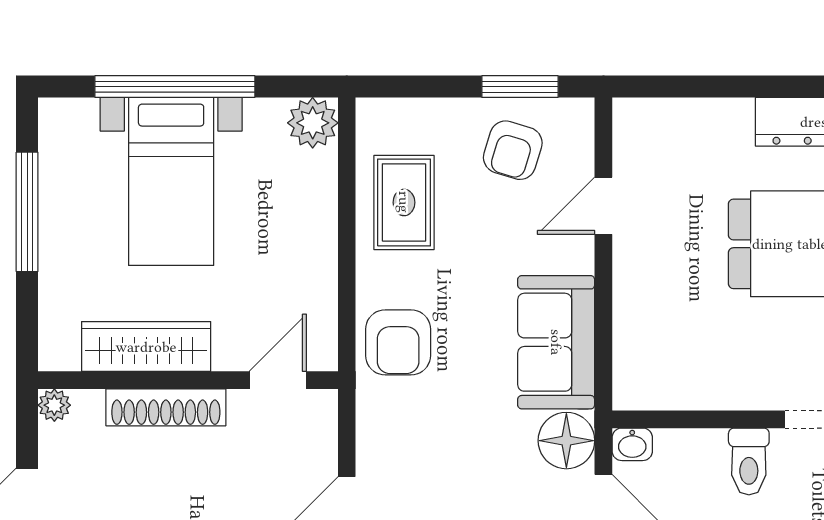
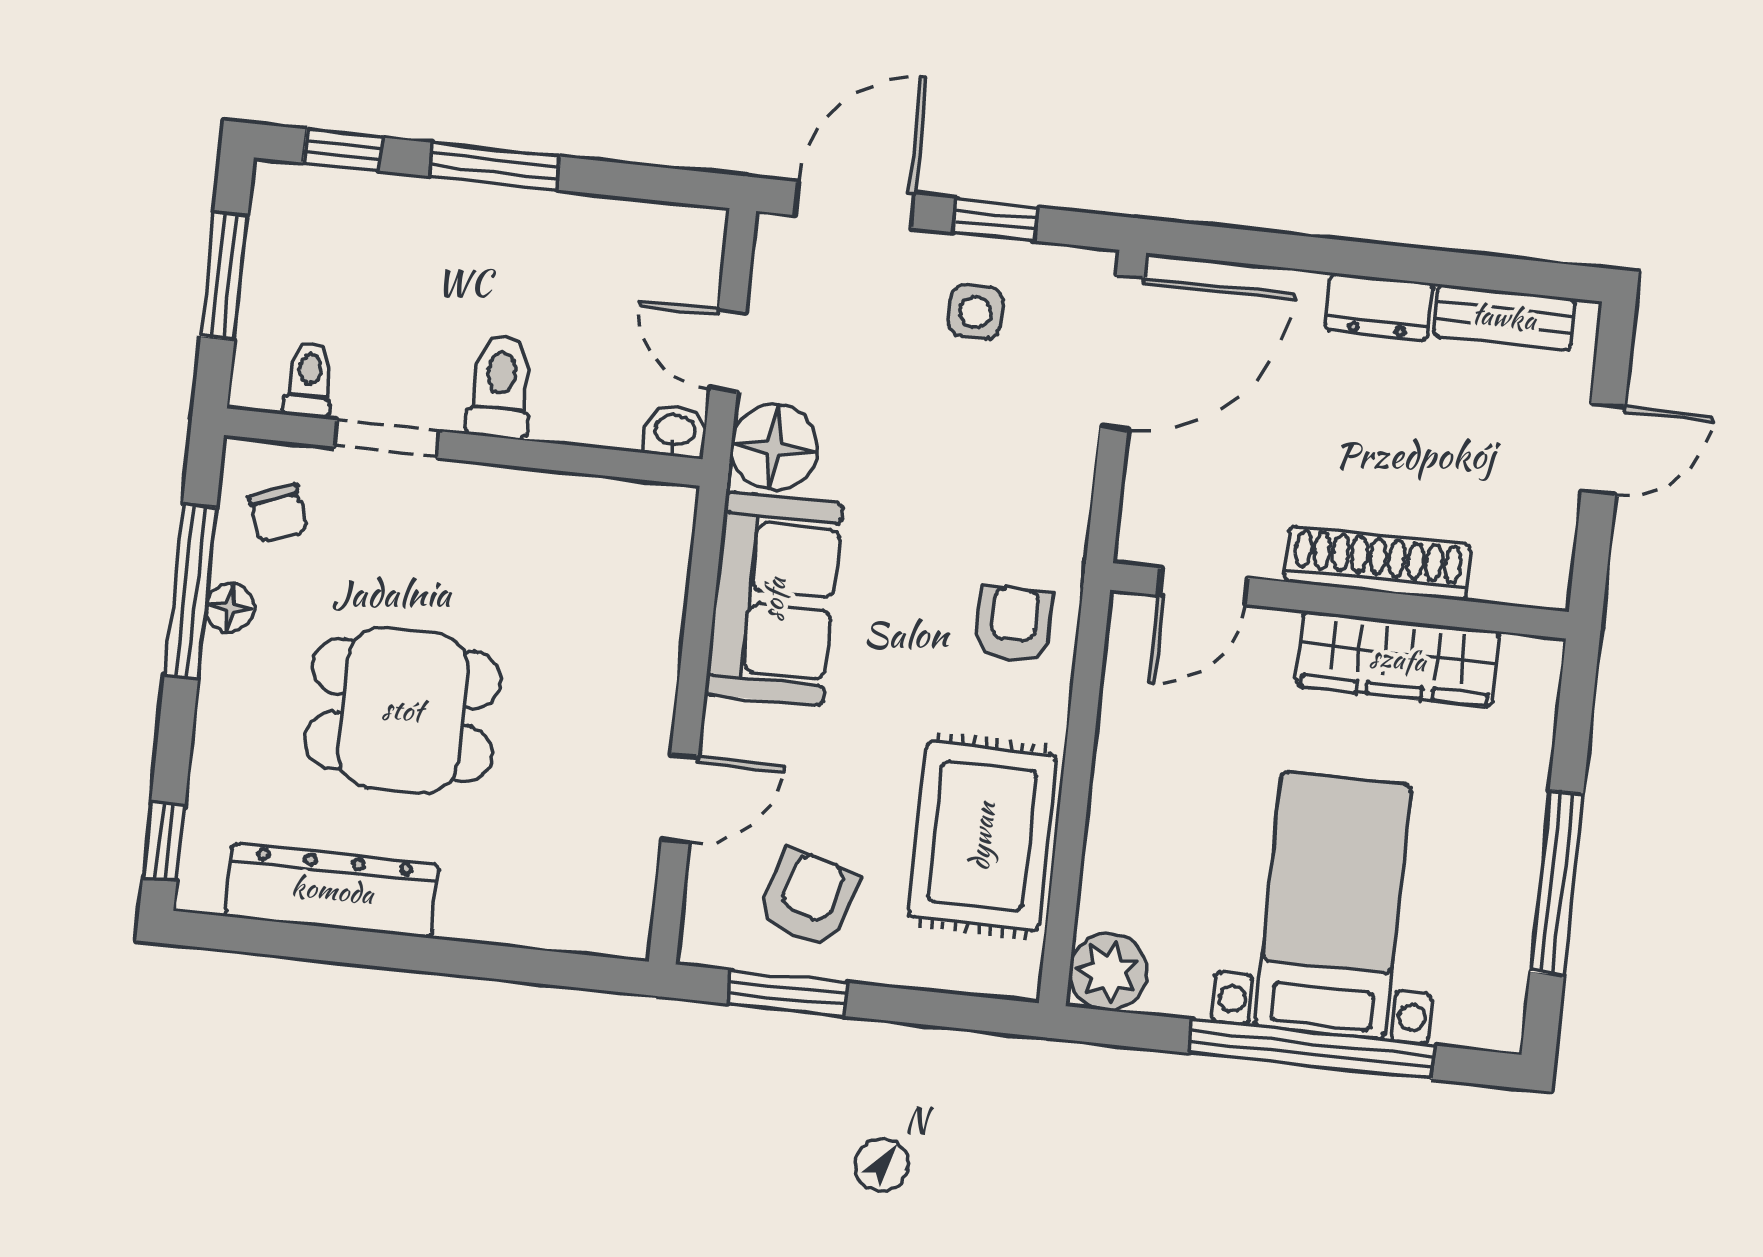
rug: (404, 202) -> (982, 836), width x1.36, depth x1.43
armchair: (398, 342) -> (1014, 624), width x0.72, depth x0.72
plant: (54, 405) -> (1547, 585), removed

